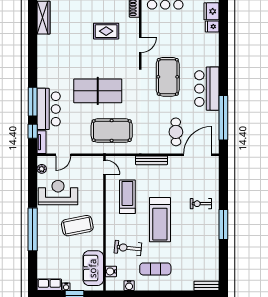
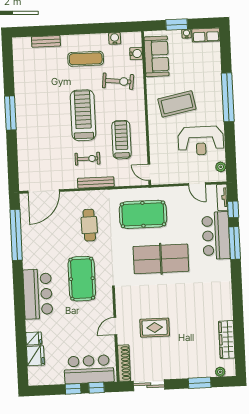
door: (140, 45) -> (115, 326), moved
bar counter: (207, 89) -> (38, 294), moved
cafe table: (176, 132) -> (89, 225), moved
door: (63, 155) -> (197, 184), swing flipped
treadmill: (127, 197) -> (121, 140), turned 180
exercise bike: (201, 204) -> (87, 159), moved
bench: (206, 286) -> (46, 41), moved

